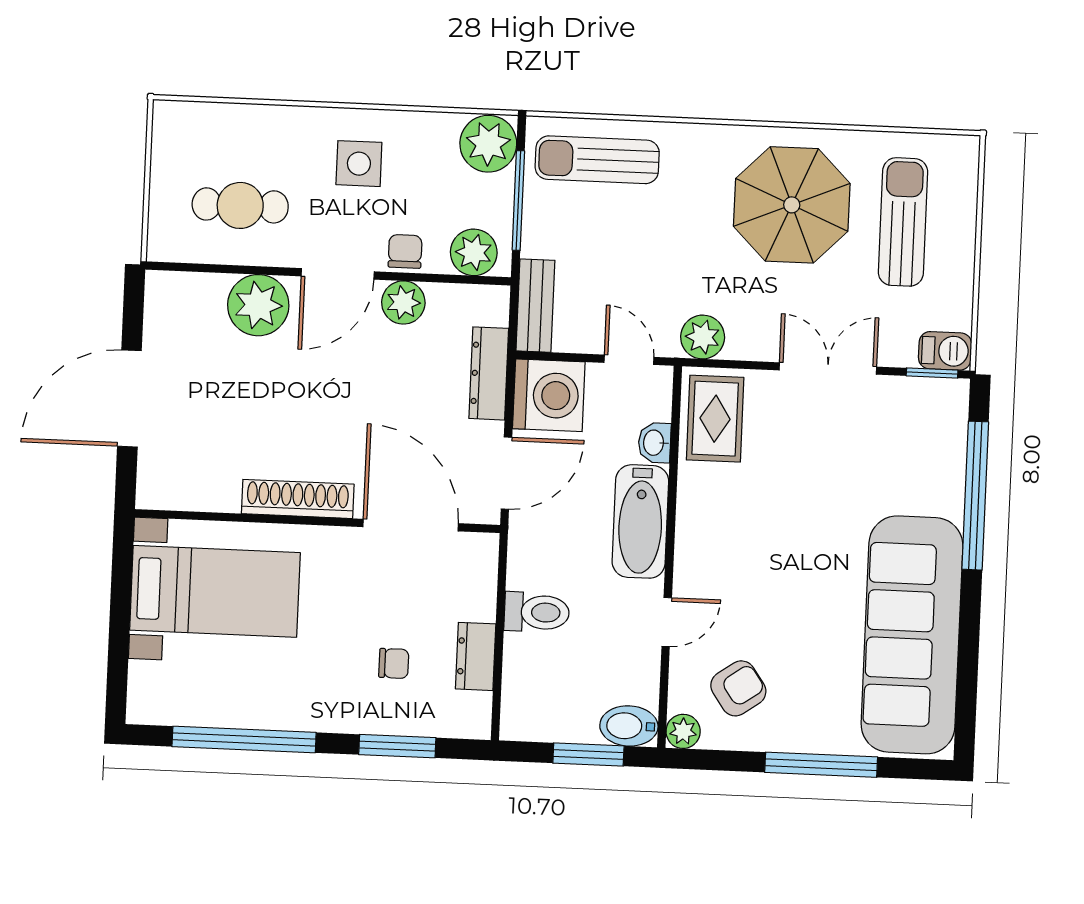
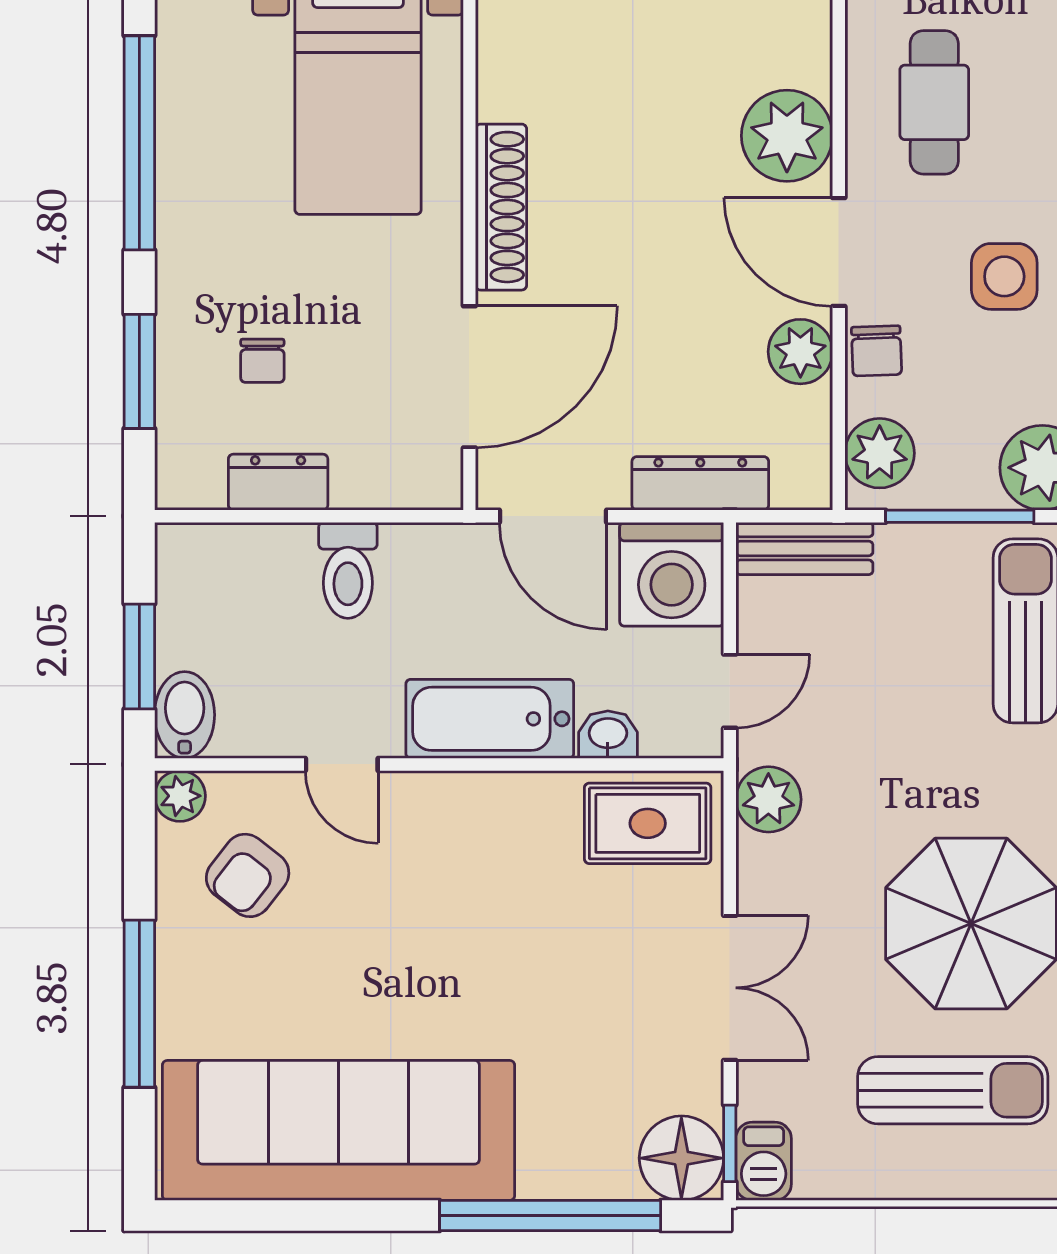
chair: (405, 251) -> (876, 351), turned 88
floor lamp: (941, 406) -> (681, 1158), added
armchair: (738, 688) -> (248, 875), turned 73

